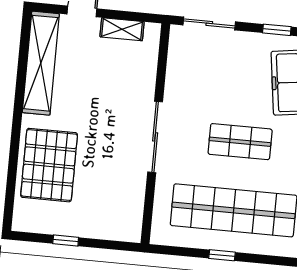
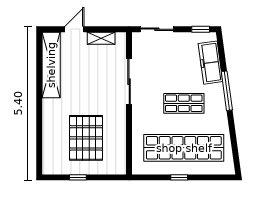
sliding door: (155, 137) -> (129, 82), moved
pallet: (49, 165) -> (86, 138), moved

